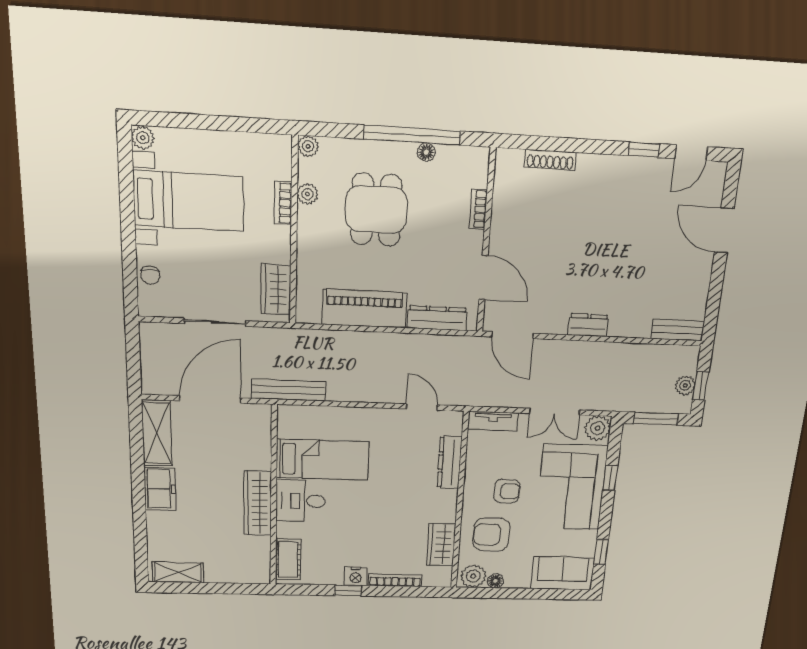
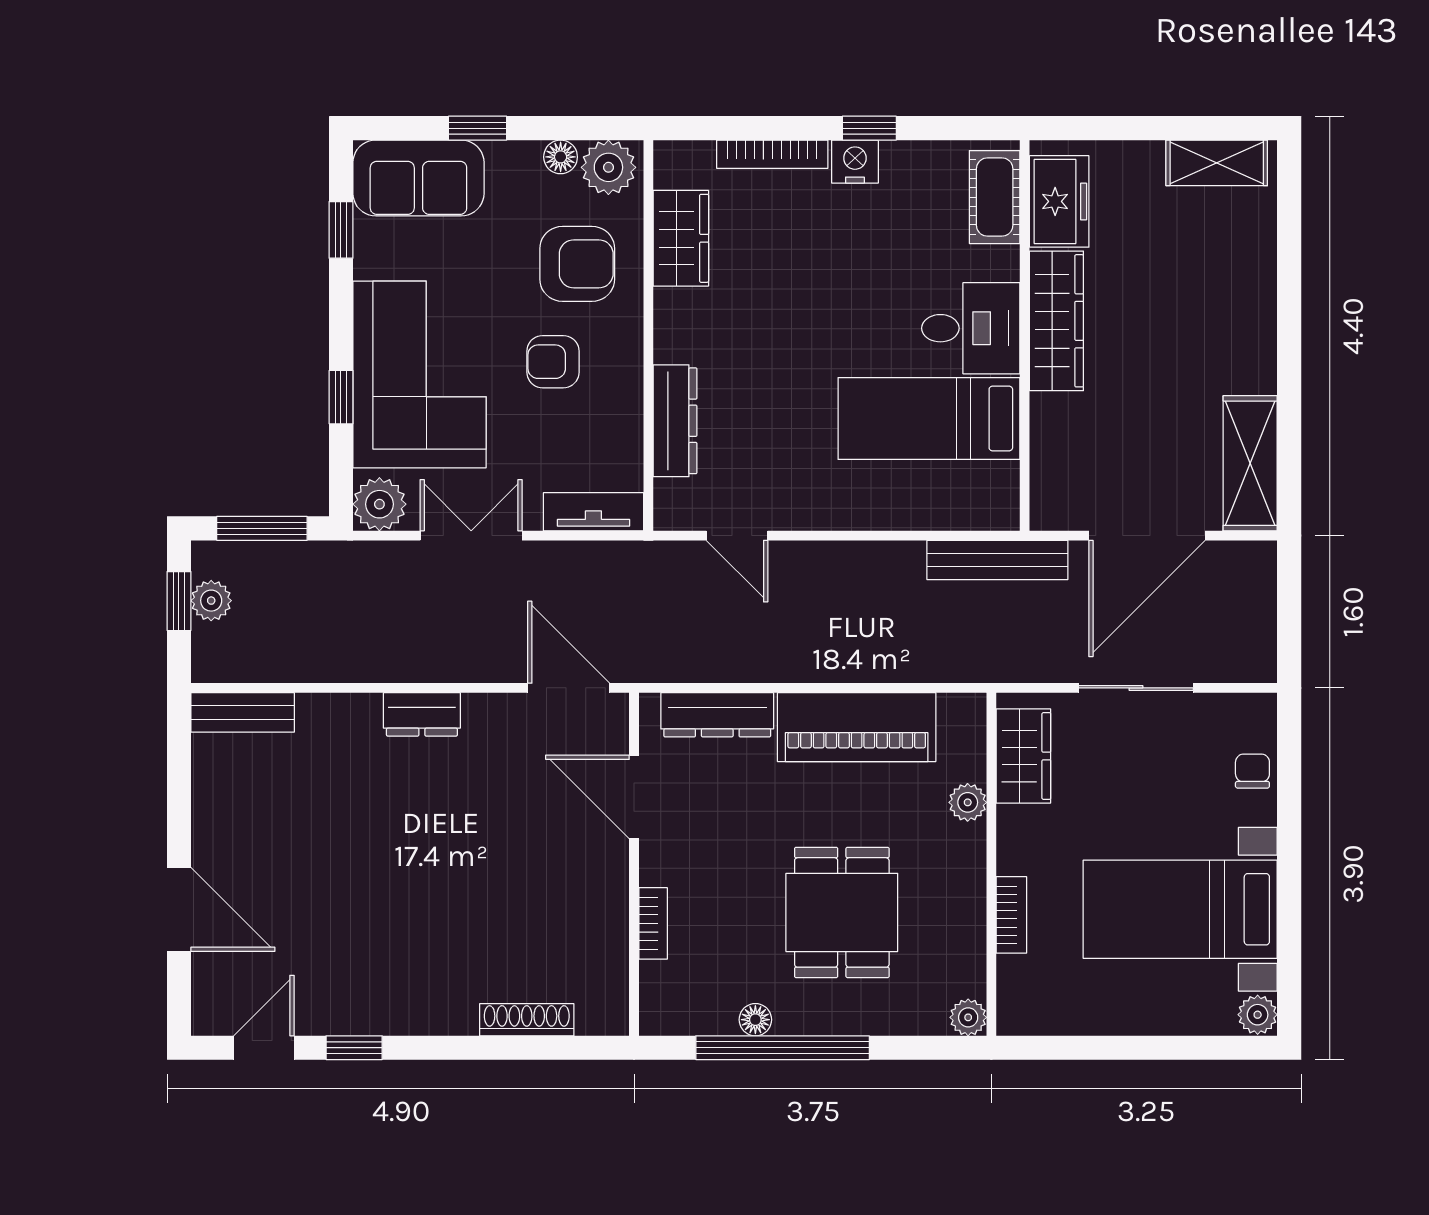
plant: (307, 194) -> (968, 802), moved
freezer: (160, 489) -> (1059, 201), moved, turned 180
window: (533, 594) -> (478, 128), added

